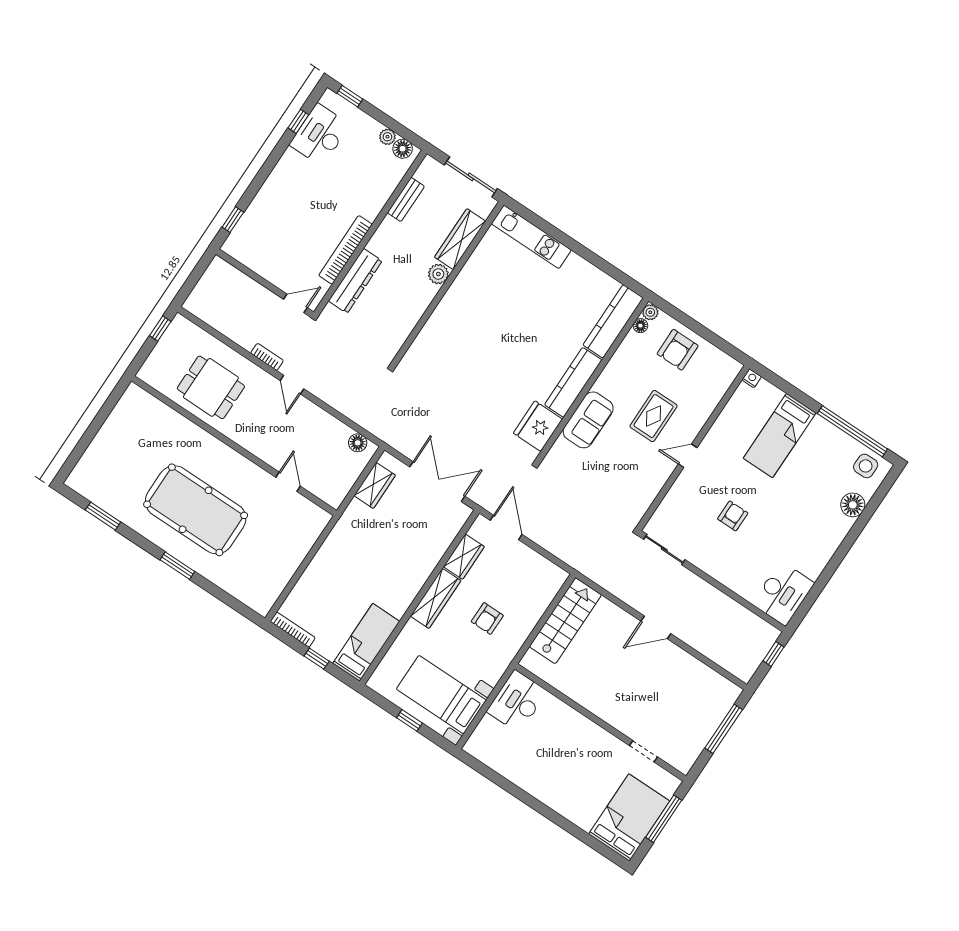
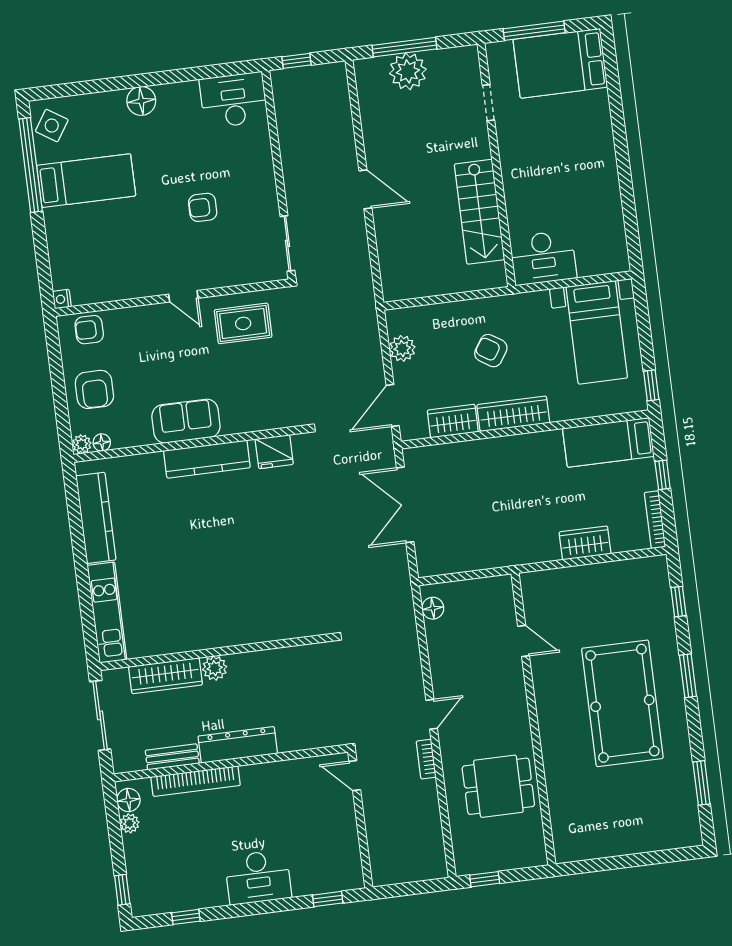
desk: (320, 135) -> (258, 877), moved
bookcase: (345, 250) -> (196, 781), moved
dresser: (355, 281) -> (238, 745), moved
kitchen counter: (613, 321) -> (96, 518), moved, turned -90
armchair: (678, 350) -> (94, 389), turned 90
armchair: (718, 379) -> (89, 330), added
dining table: (211, 387) -> (498, 786), turned 90
rug: (653, 416) -> (243, 323), moved
sofa: (588, 420) -> (186, 421), moved
fridge: (538, 426) -> (274, 452), width x0.73, depth x0.75
bed: (780, 436) -> (86, 181), moved
side table: (866, 466) -> (52, 126), turned 33
door: (288, 482) -> (524, 641), swing flipped
wardrobe: (375, 485) -> (585, 543), moved
floor lamp: (853, 505) -> (141, 101), moved
plant: (537, 564) -> (402, 348), added
window: (229, 600) -> (679, 602), added
armchair: (487, 619) -> (491, 351), turned -147
stairs: (565, 621) -> (480, 212), moved, turned -90
plant: (707, 718) -> (408, 71), added
window: (409, 720) -> (651, 385), moved

